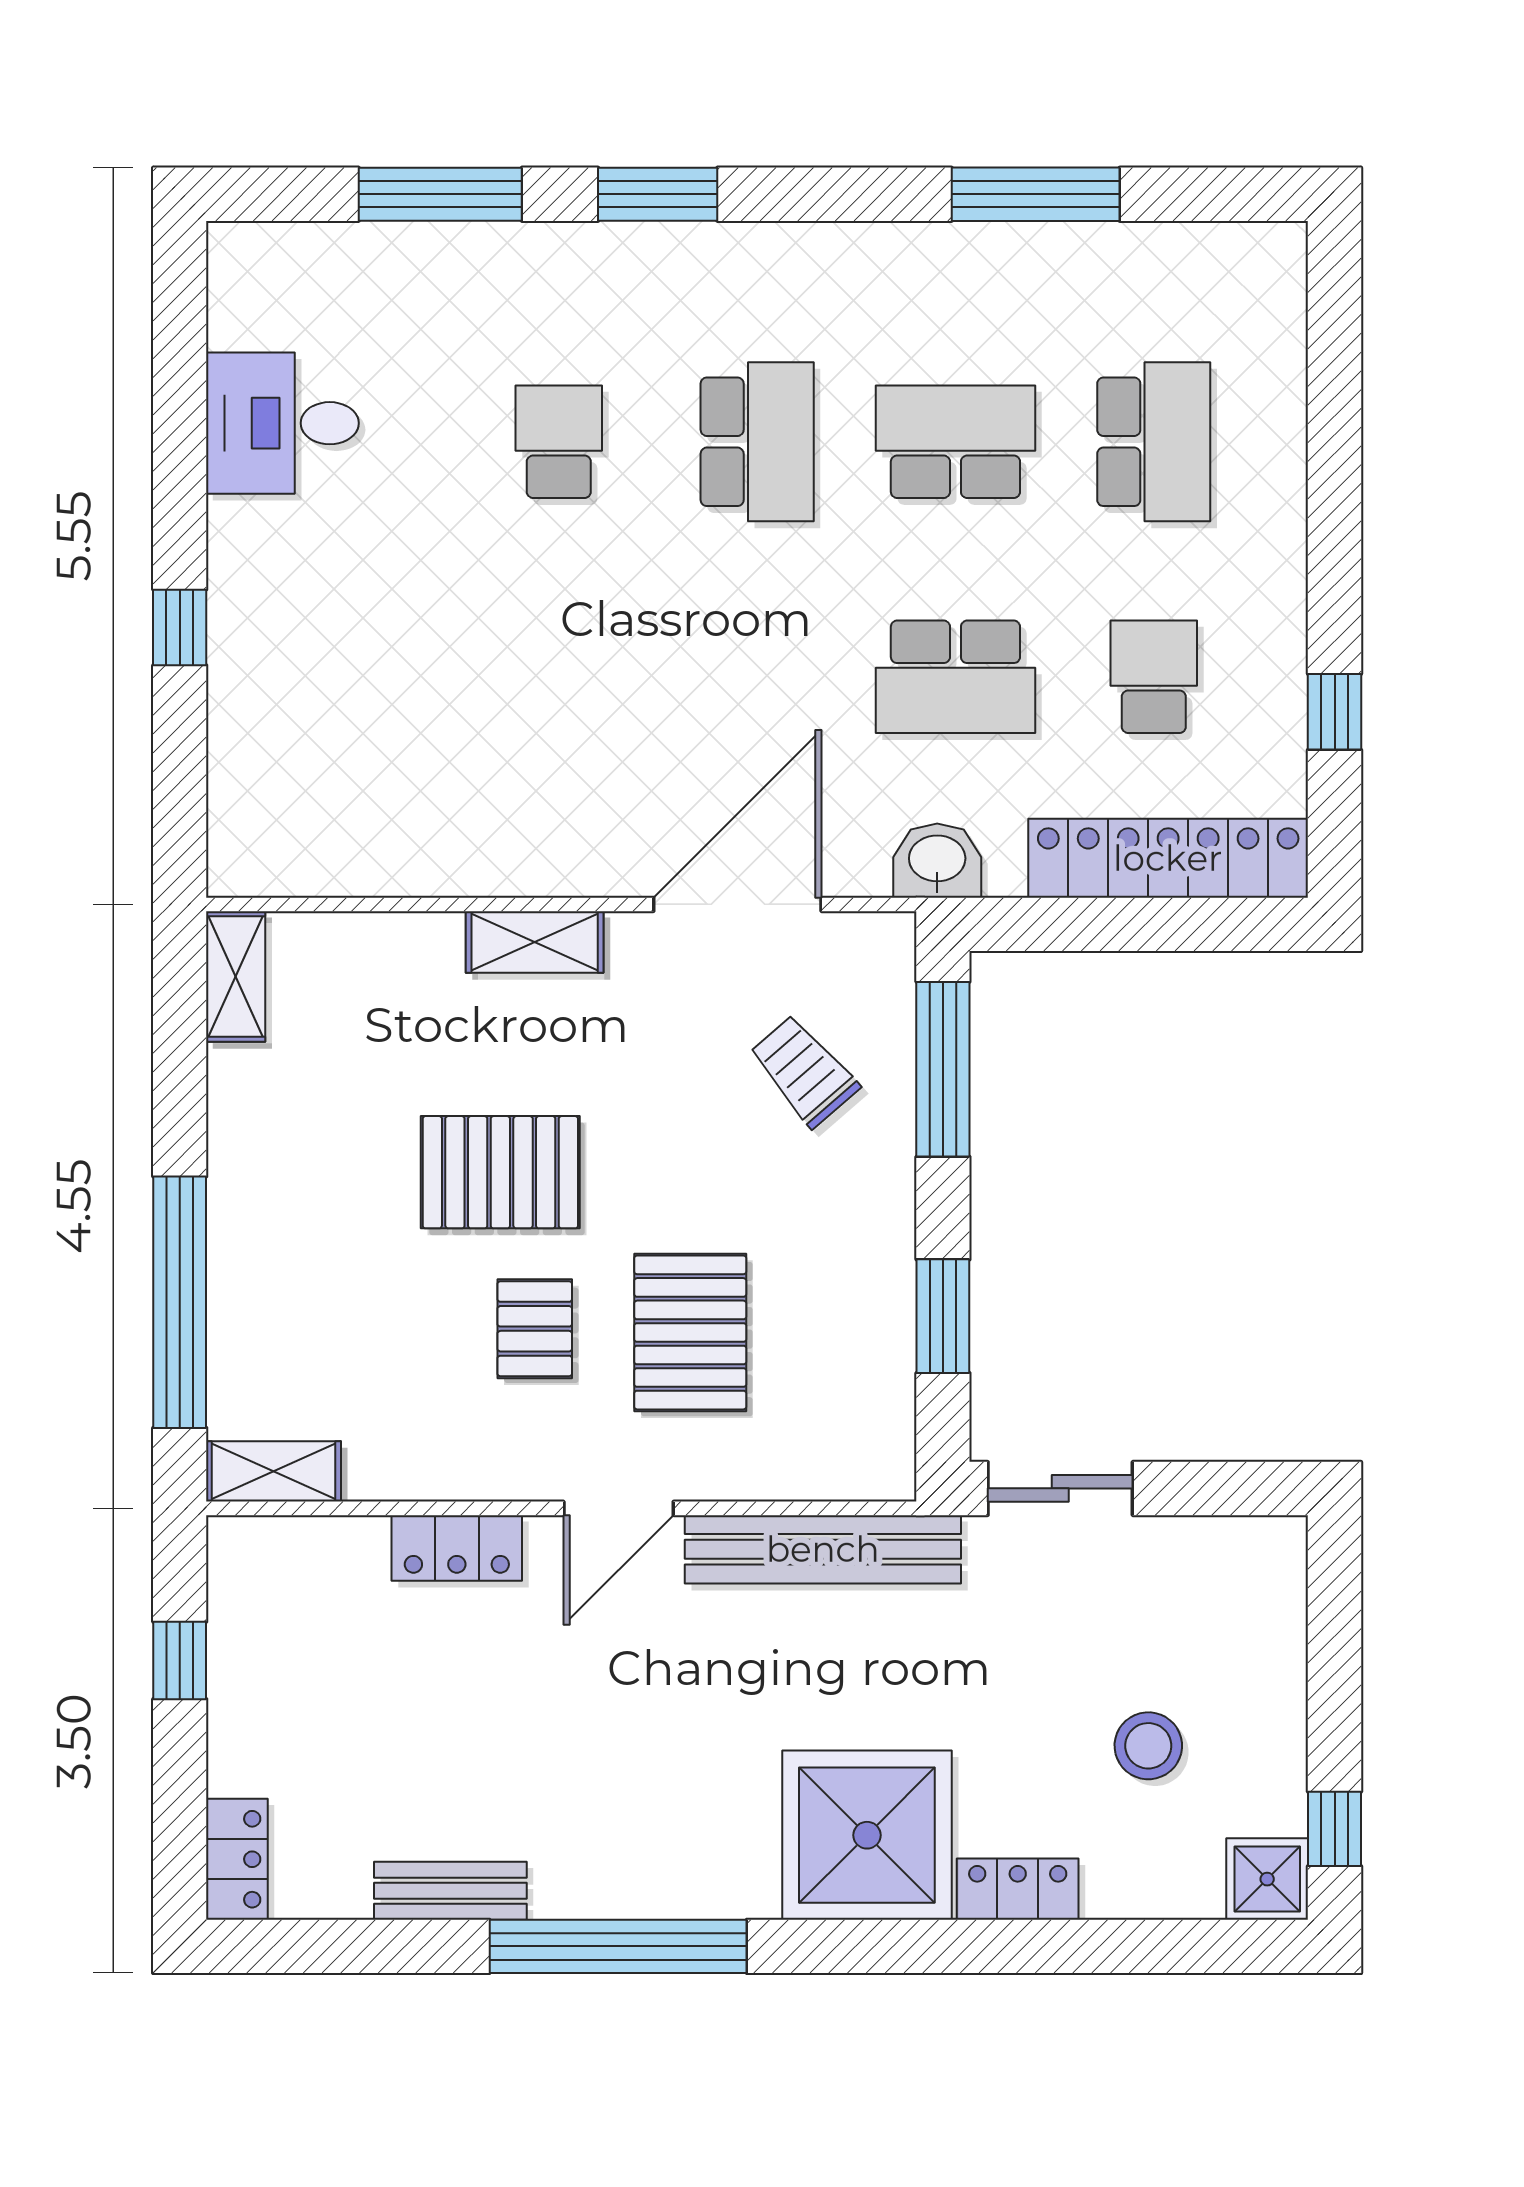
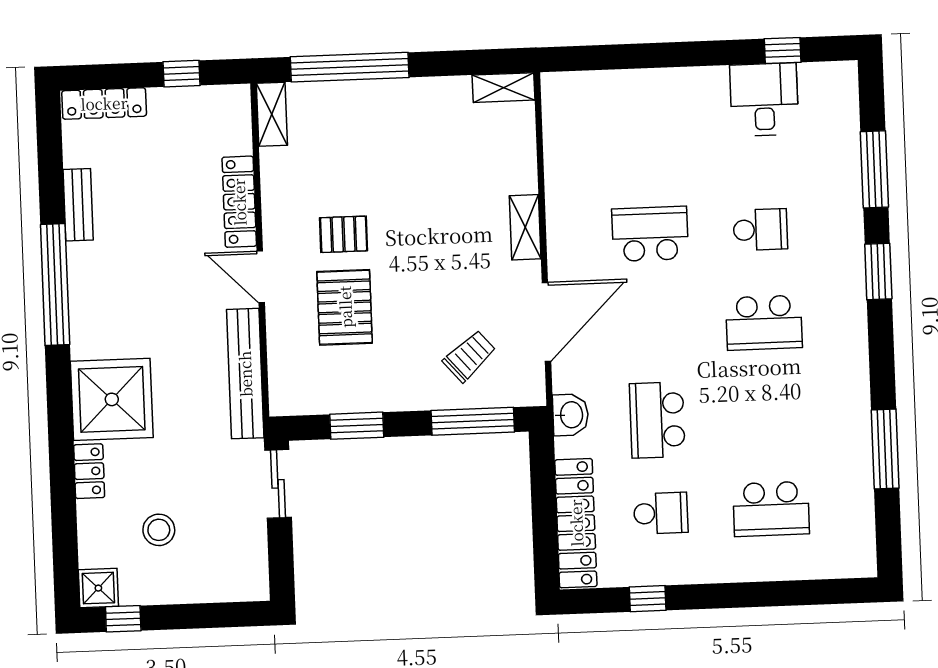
school desk: (955, 442) -> (650, 234), moved, turned -90
window: (180, 627) -> (783, 50), moved
door: (737, 904) -> (546, 322), hinge flipped
pallet: (500, 1172) -> (416, 215), removed
pallet: (690, 1332) -> (345, 307), turned 90
locker: (457, 1548) -> (239, 202), width x1.53
locker: (237, 1859) -> (104, 103), width x1.53

